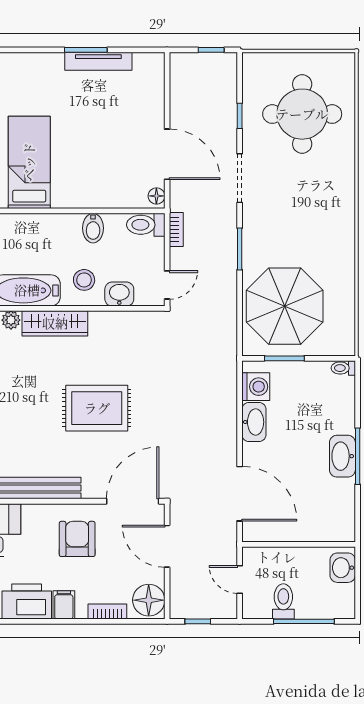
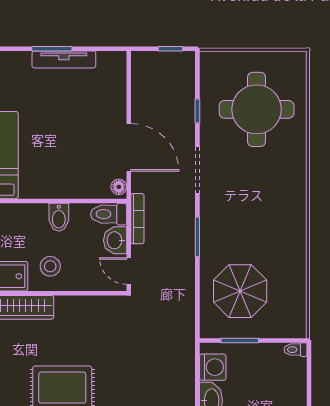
bookcase: (176, 230) -> (137, 219), width x1.56
door: (167, 285) -> (129, 271), swing flipped
washbasin: (119, 294) -> (115, 240), moved, turned -90
parasol: (285, 306) -> (240, 291), width x0.73, depth x0.73

